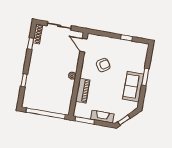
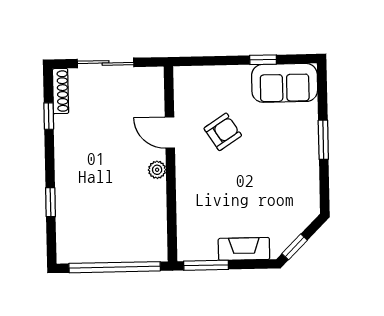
door: (83, 45) -> (170, 133), moved
sofa: (133, 87) -> (285, 83), moved, turned -90
piano: (83, 91) -> (188, 199), removed

